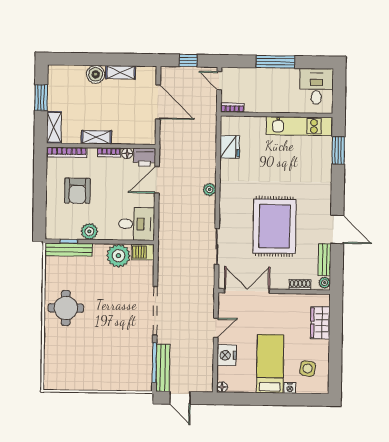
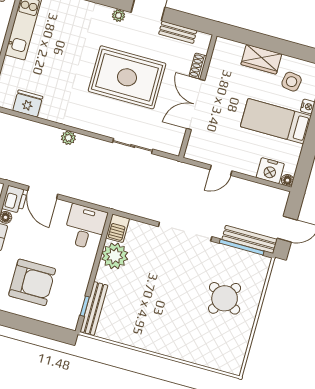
armchair: (77, 191) -> (32, 282), width x1.36, depth x1.36
plant: (89, 231) -> (80, 281), removed
plant: (325, 283) -> (119, 15), moved
double door: (247, 291) -> (196, 105), moved
round table: (66, 308) -> (225, 298), moved, turned 32
wardrobe: (320, 323) -> (261, 59), moved
door: (216, 328) -> (221, 170), swing flipped
nightstand: (227, 355) -> (270, 171), moved

